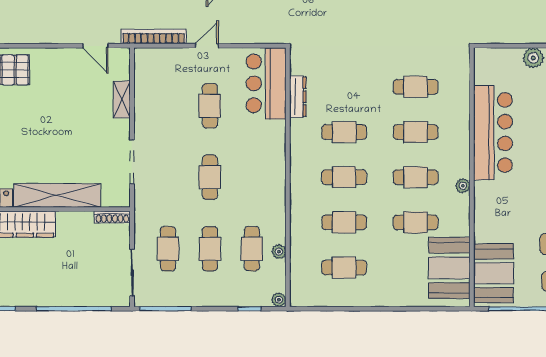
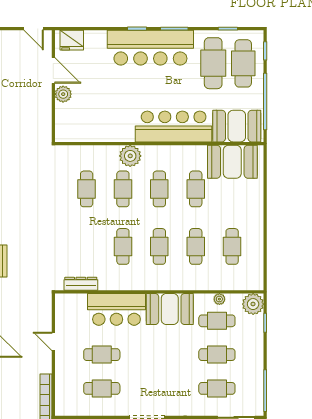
door: (207, 46) -> (53, 341), moved
bar counter: (266, 83) -> (116, 309), moved
dresser: (298, 97) -> (81, 284), moved
bar counter: (493, 133) -> (174, 127), moved
cafe table: (210, 177) -> (102, 388), moved
plant: (463, 186) -> (130, 156), moved, width x1.88, depth x1.88
booth: (267, 190) -> (170, 309), added
plant: (279, 300) -> (253, 304), width x1.88, depth x1.88

